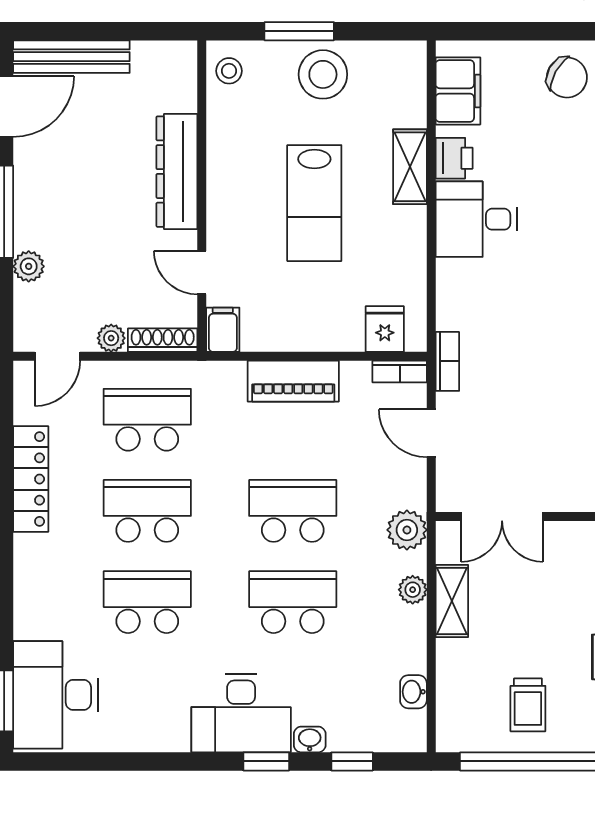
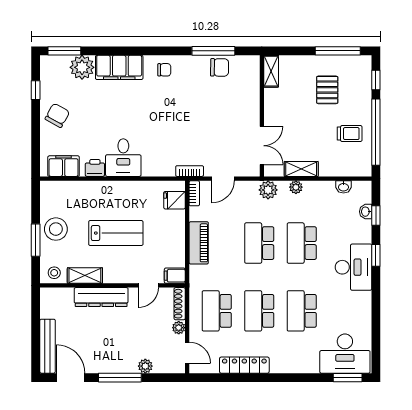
shelving: (410, 167) -> (85, 276), moved
washbasin: (310, 739) -> (366, 212), moved

